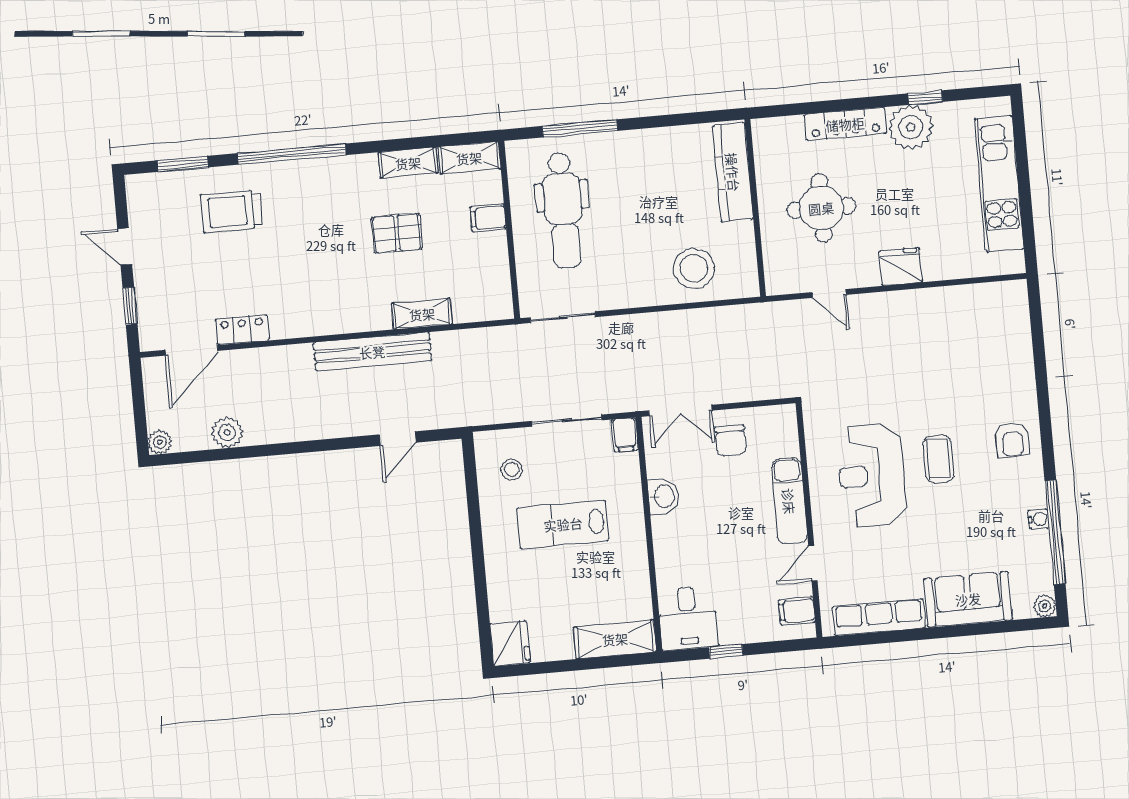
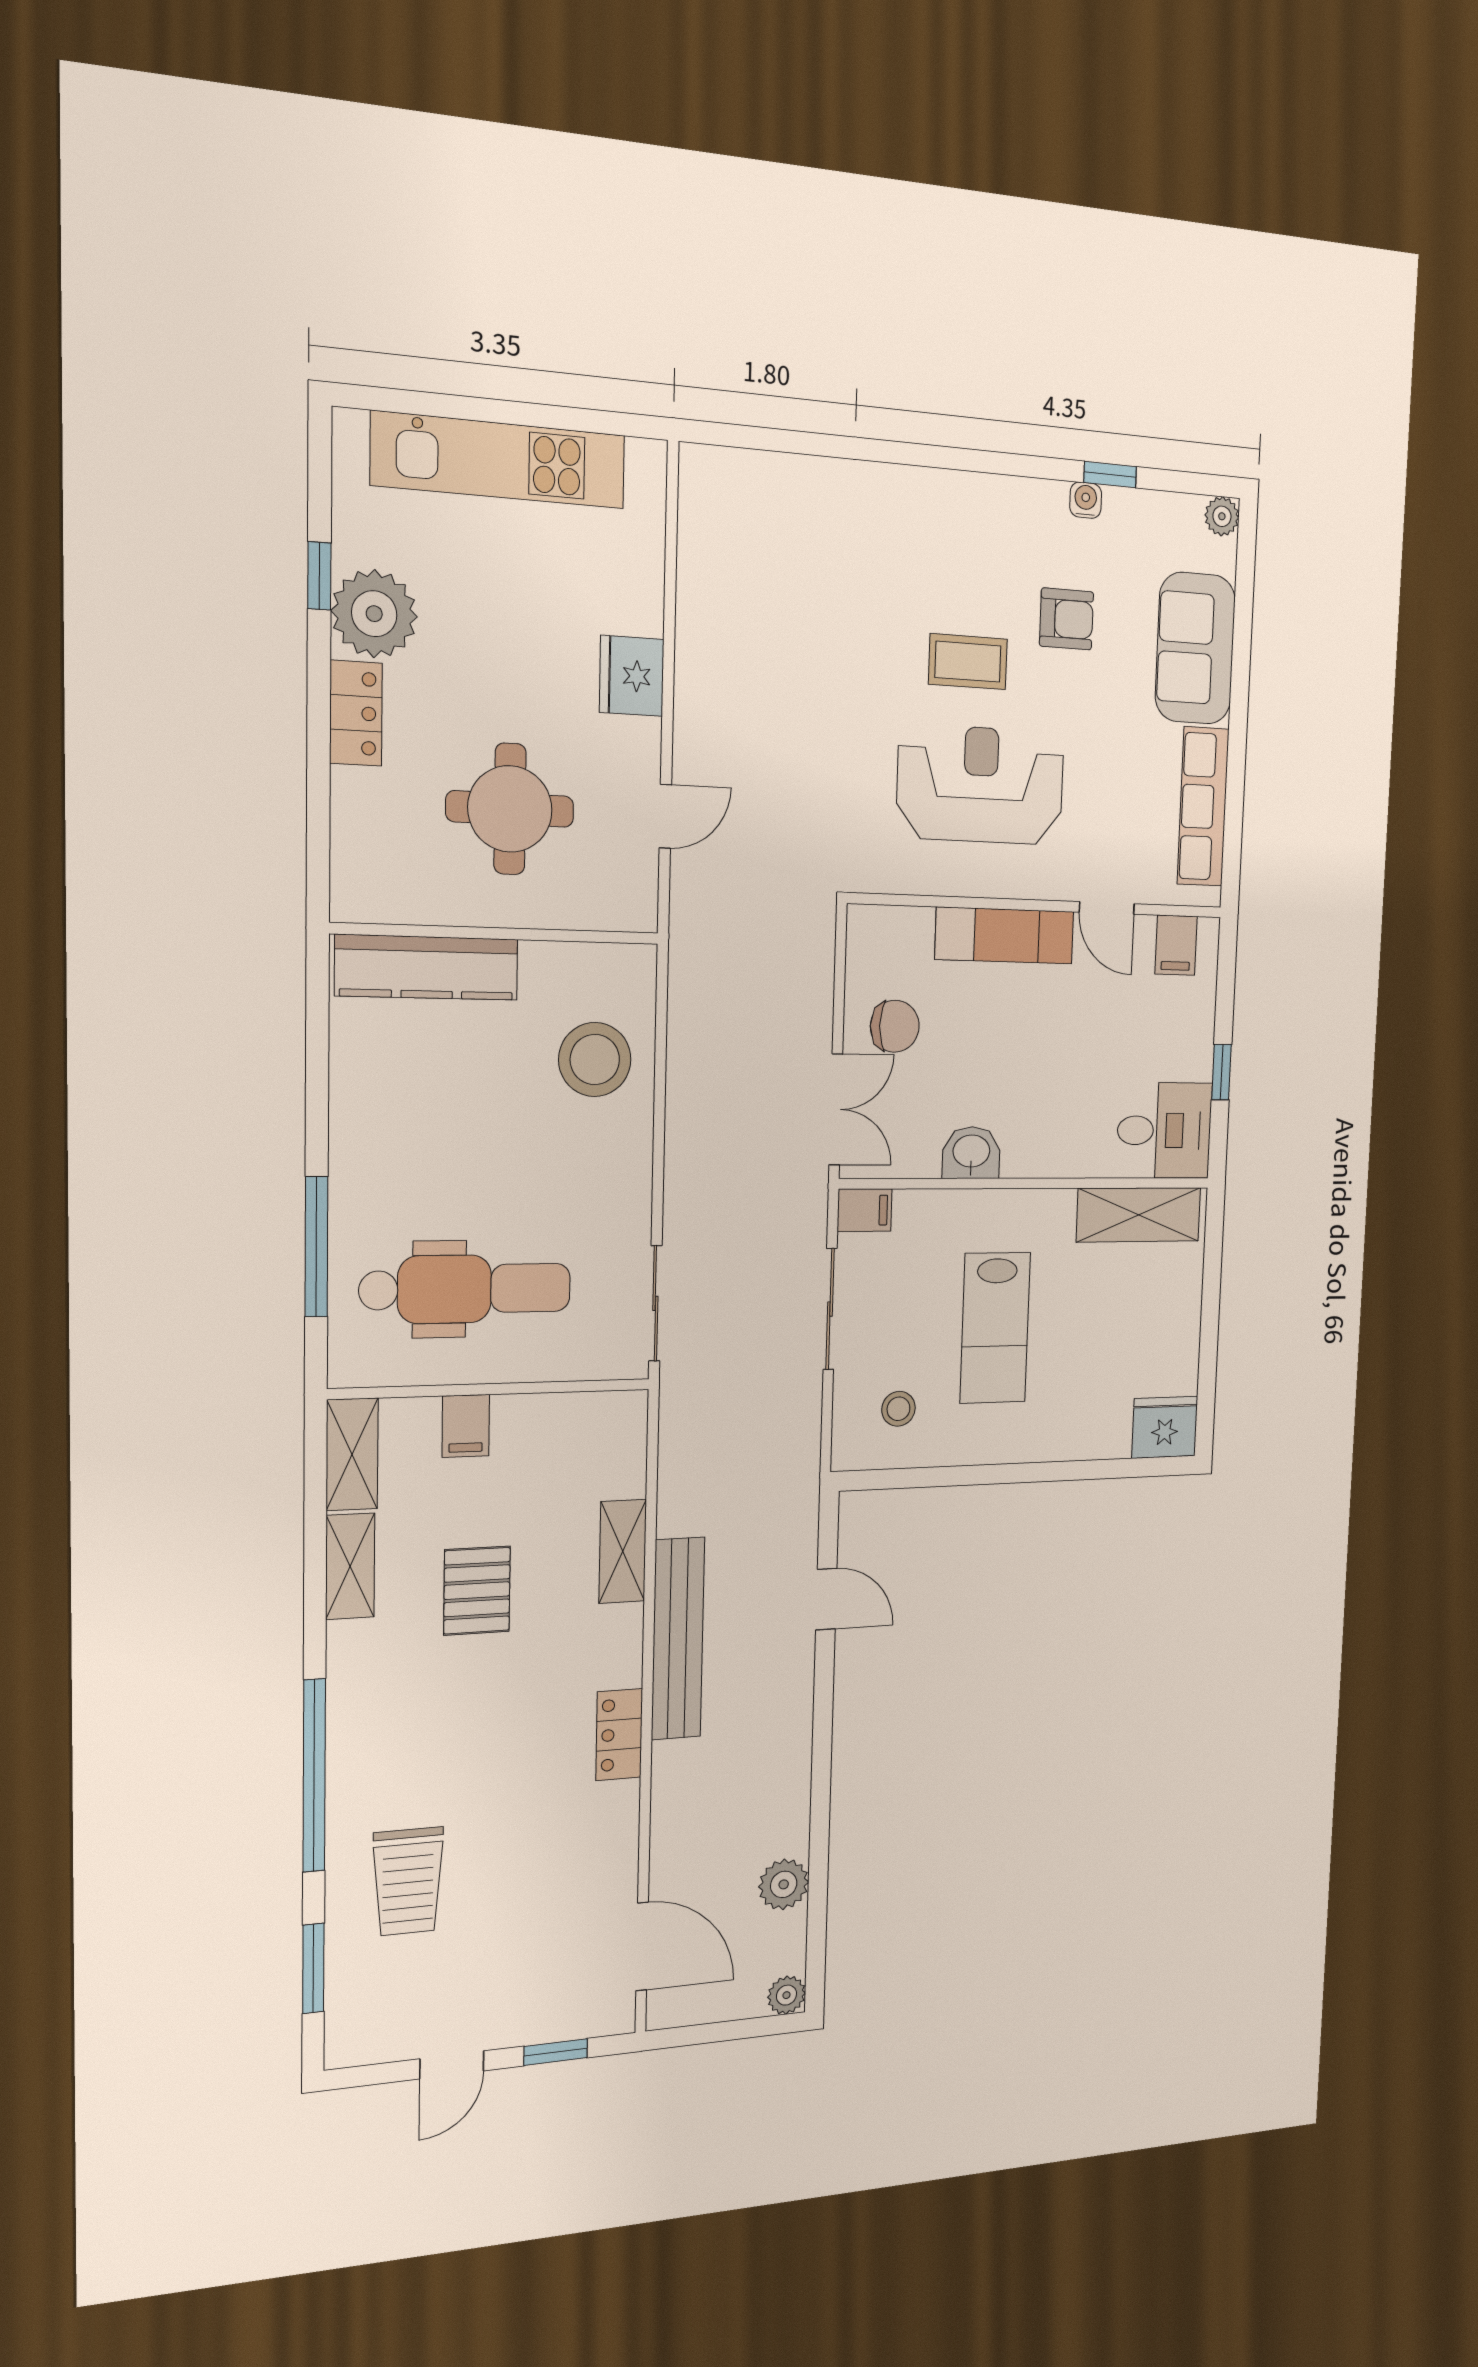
locker: (845, 124) -> (356, 713), width x0.66
locker: (242, 330) -> (619, 1735), moved
armchair: (1012, 440) -> (1066, 619), moved
reception desk: (872, 475) -> (980, 785), turned 180
window: (1055, 532) -> (1110, 475), width x0.32
shelving: (615, 639) -> (1139, 1215), moved, turned 90

